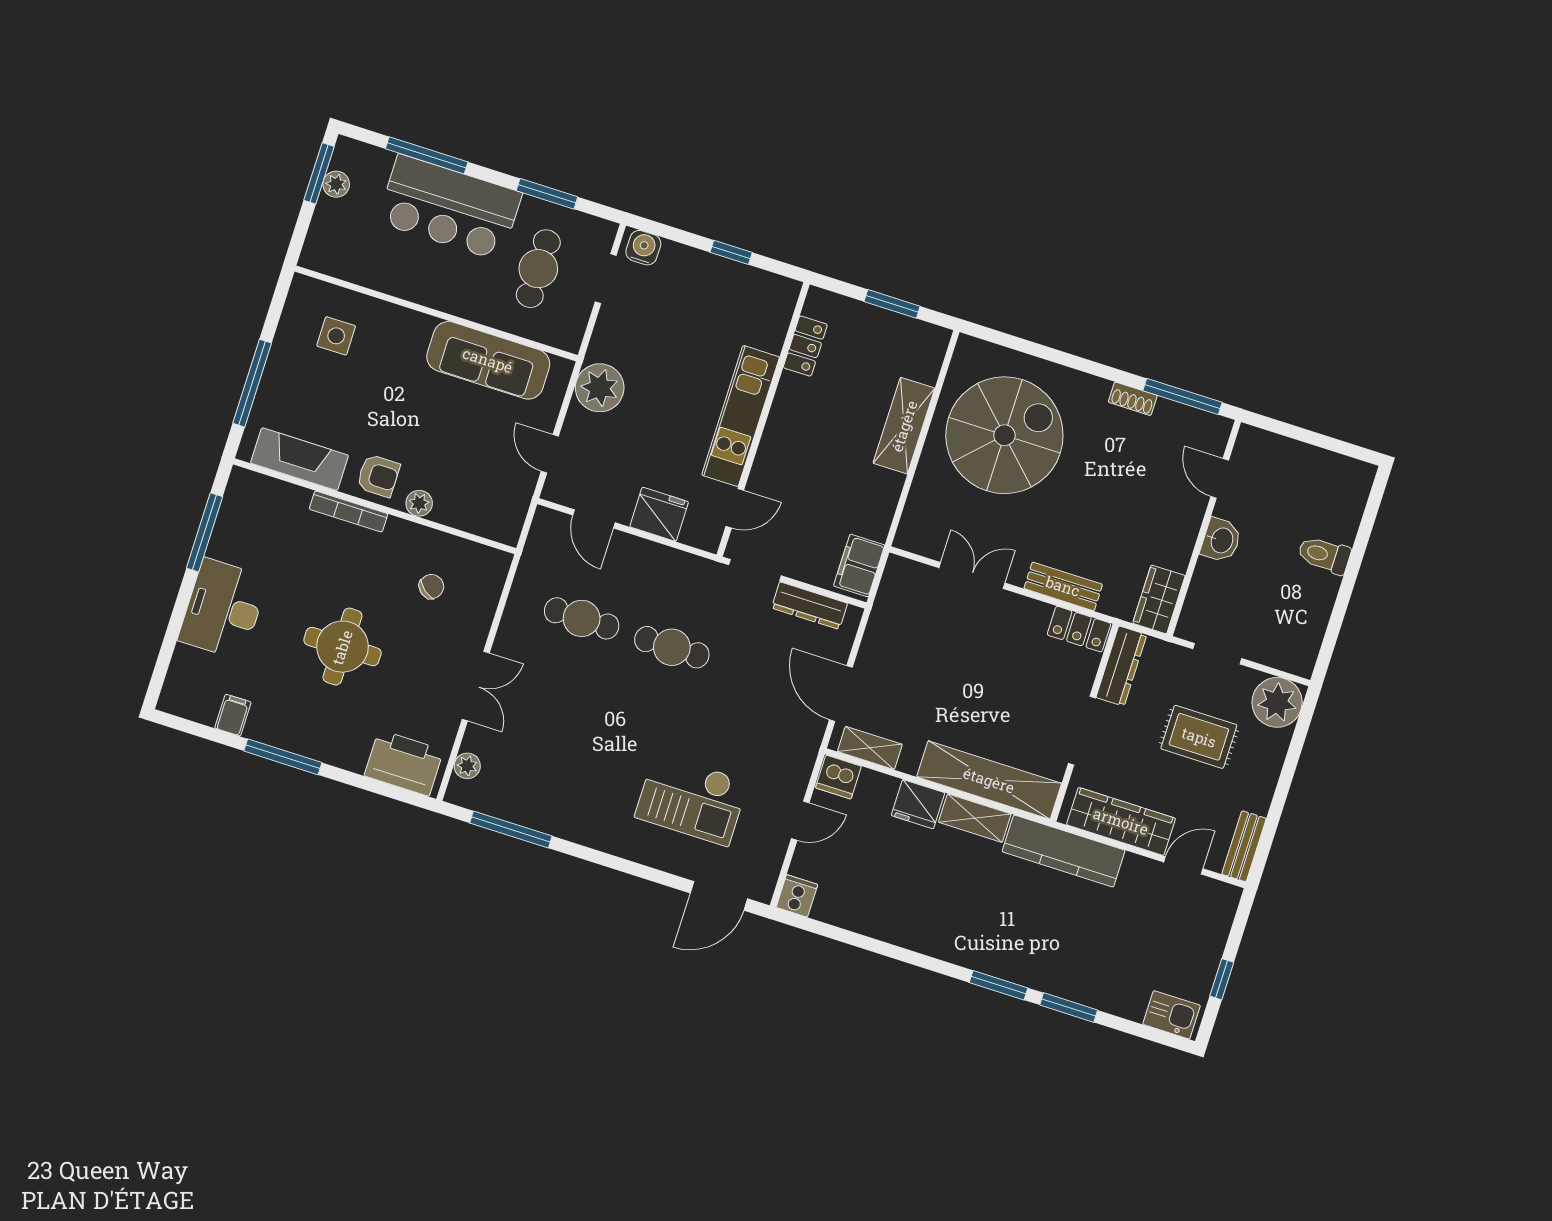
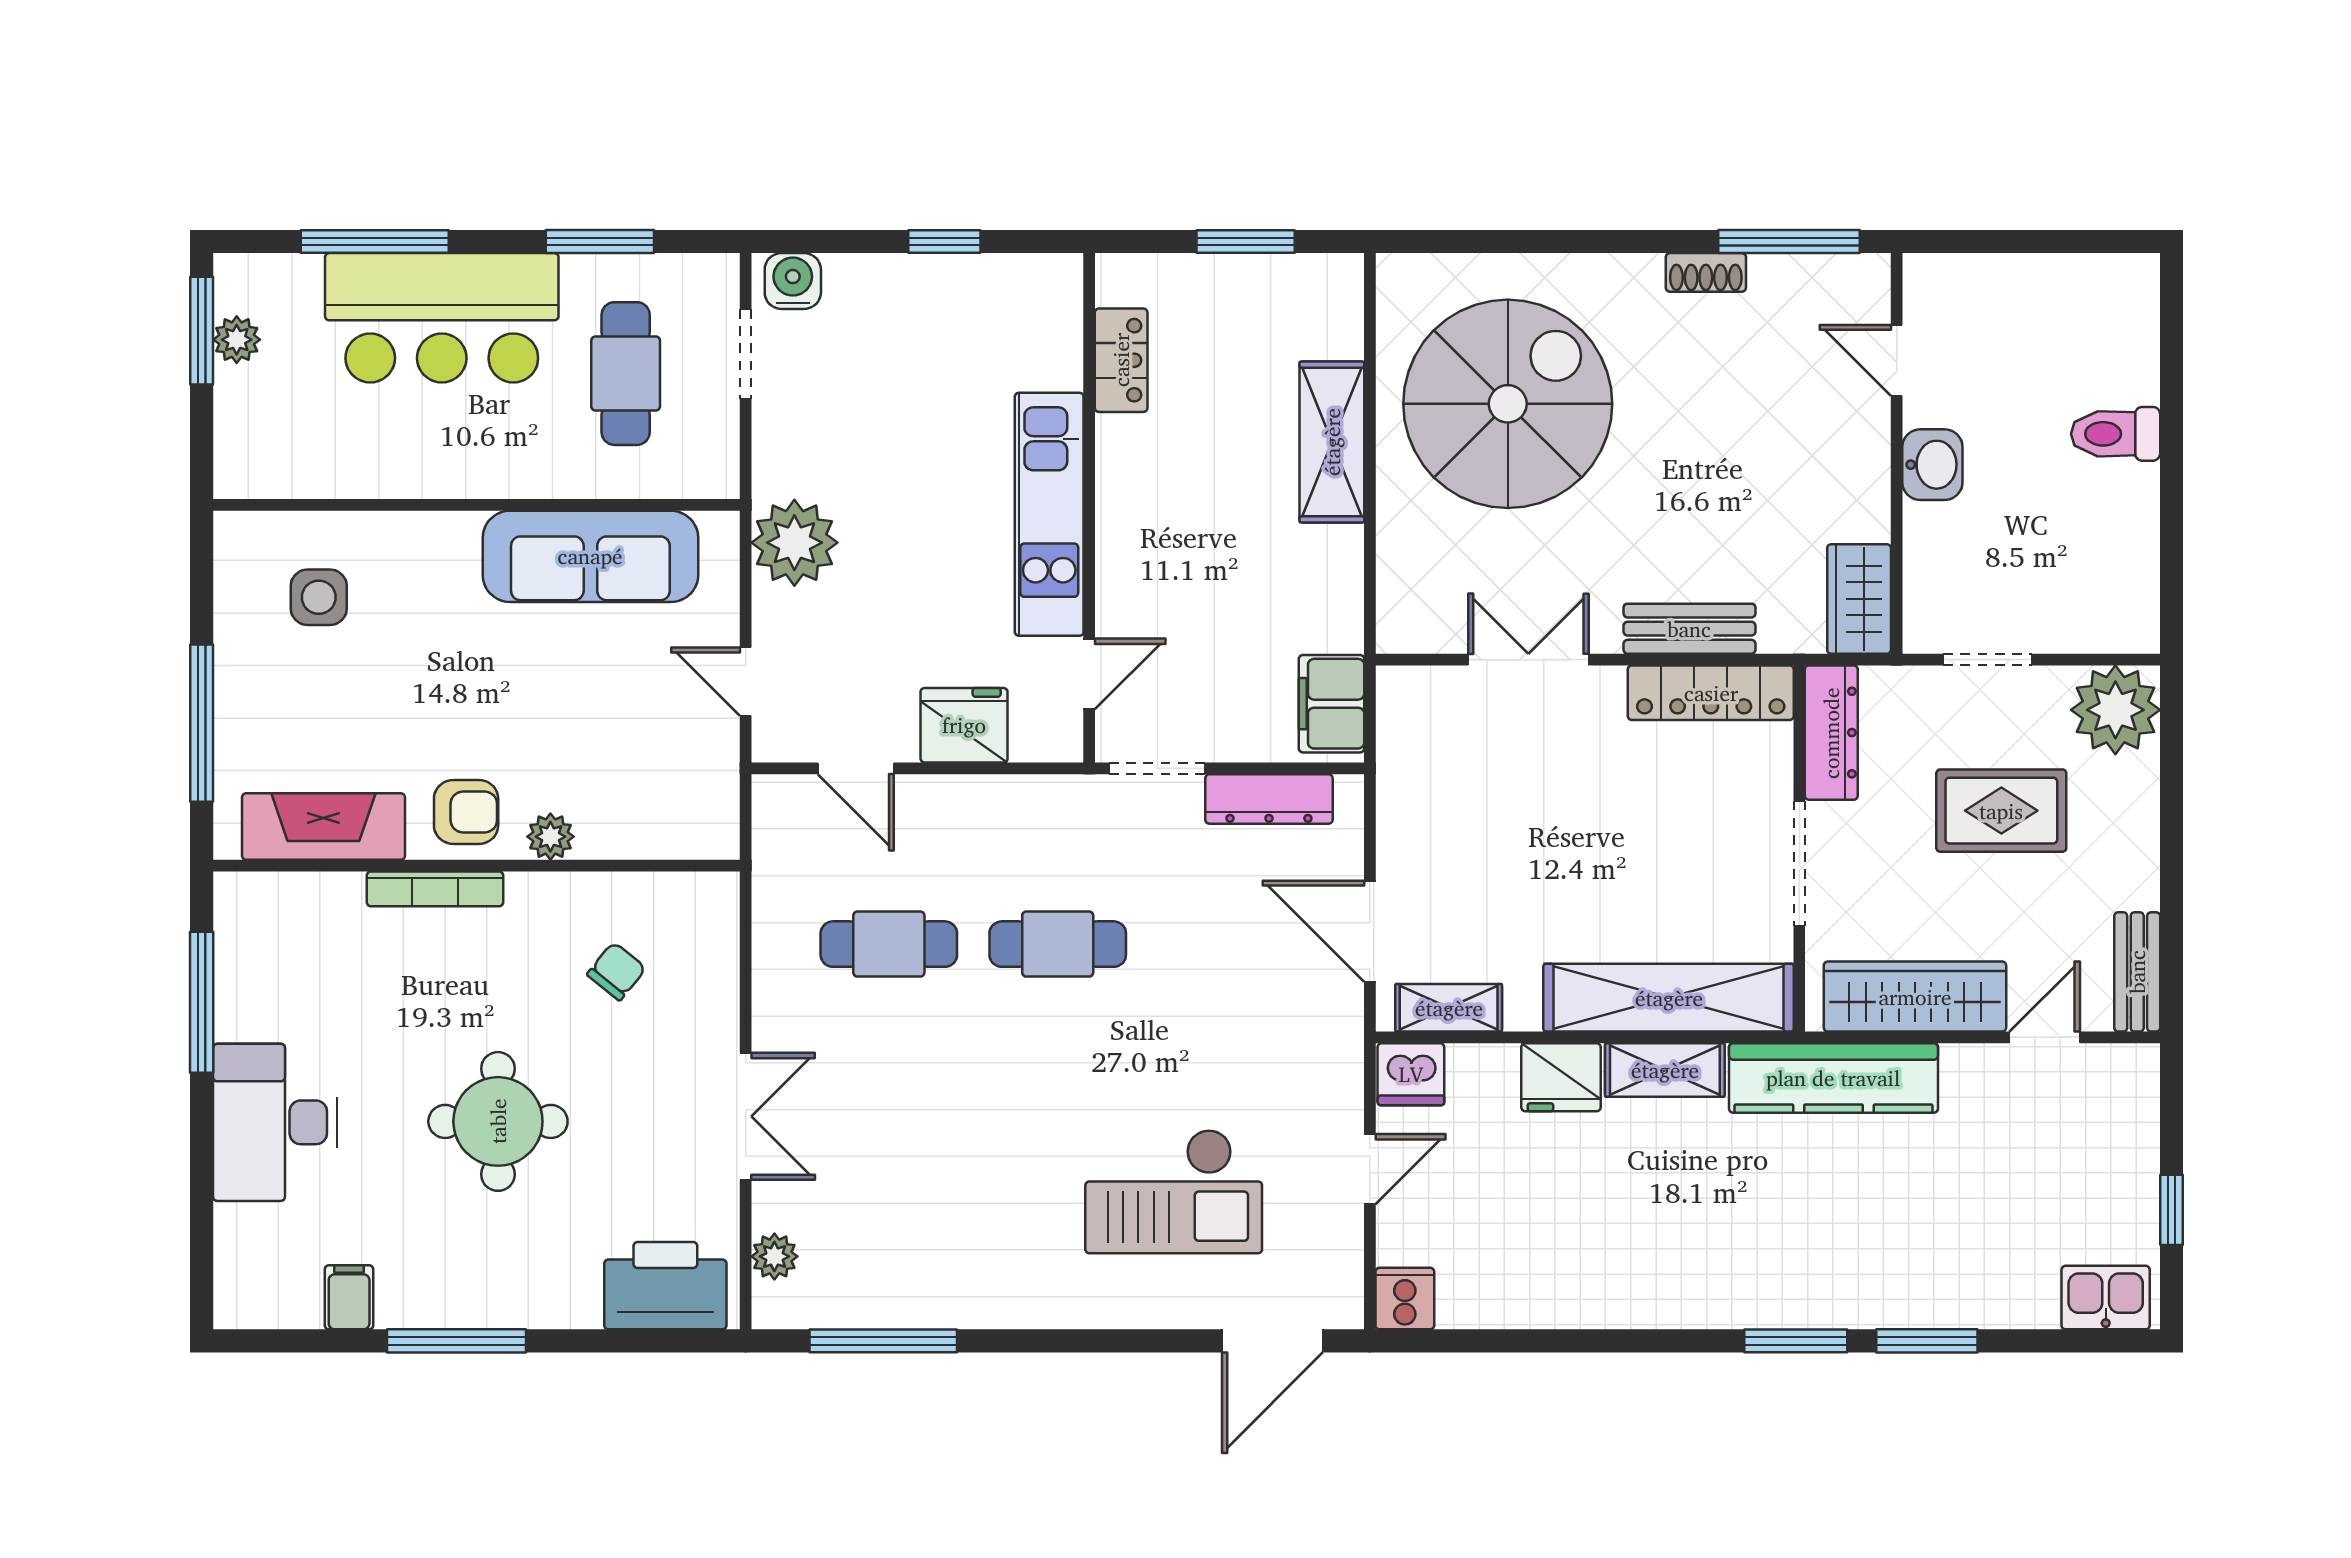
locker: (1079, 629) -> (1711, 693), width x1.53

